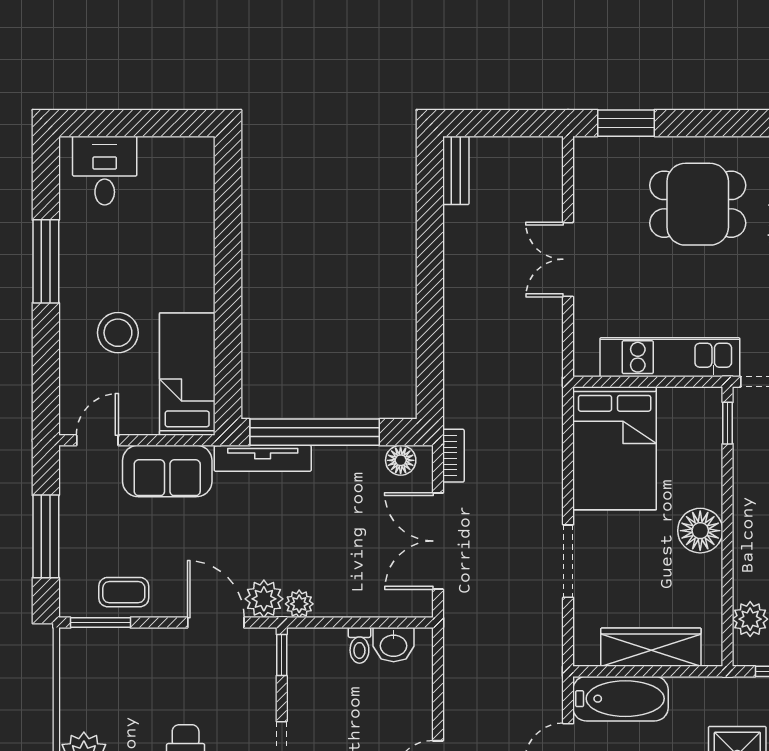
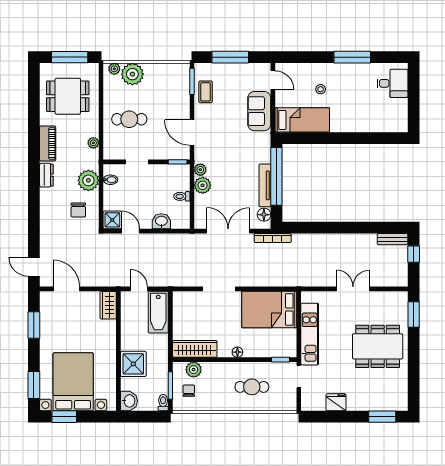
window: (490, 123) -> (414, 254), added
dining table: (698, 204) -> (378, 346), width x1.38
stool: (118, 333) -> (321, 89), width x0.53, depth x0.53
bookcase: (453, 456) -> (273, 238), width x1.56
tv unit: (263, 458) -> (265, 185), moved
floor lamp: (700, 531) -> (237, 352), width x0.53, depth x0.53
plant: (264, 599) -> (203, 185), moved
door: (216, 623) -> (192, 133), swing flipped
washbasin: (394, 645) -> (161, 221), moved, turned 90
wardrobe: (651, 647) -> (195, 349), moved, turned -90

